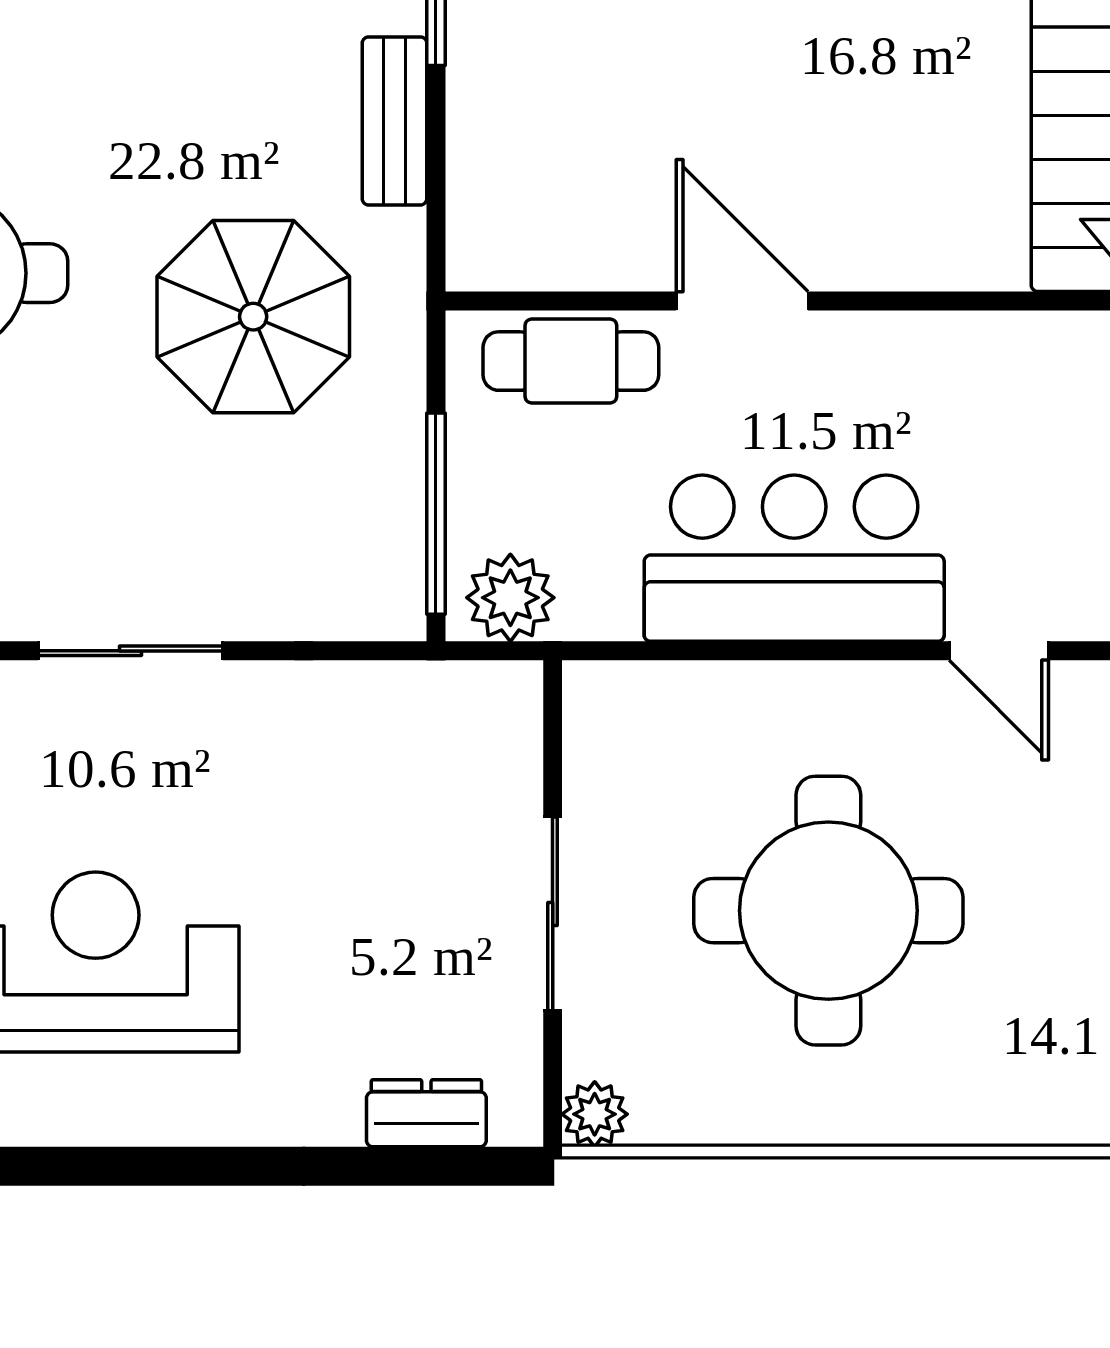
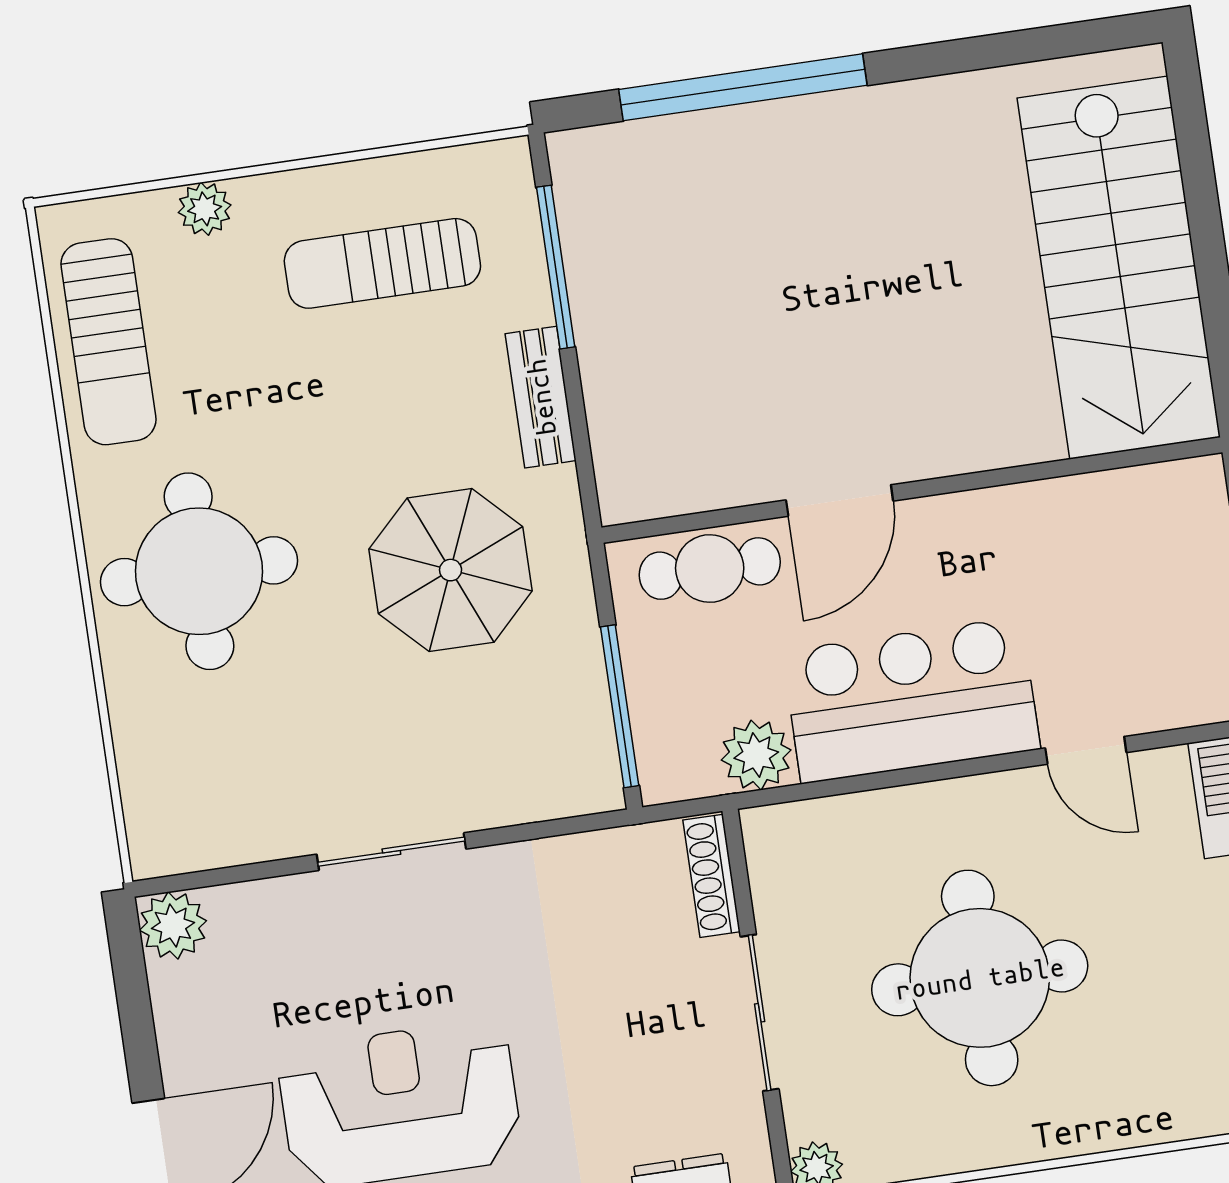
door: (742, 301) -> (840, 500), swing flipped
plant: (510, 598) -> (756, 755), moved
shoe rack: (518, 738) -> (712, 876), added

